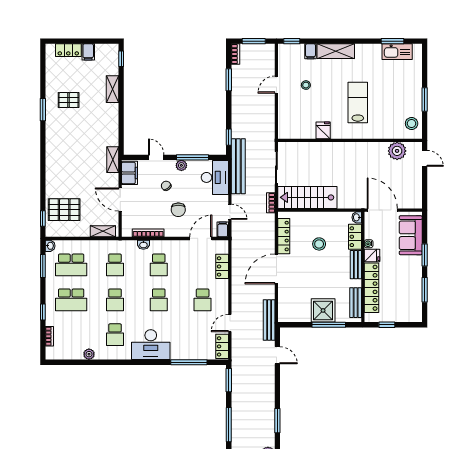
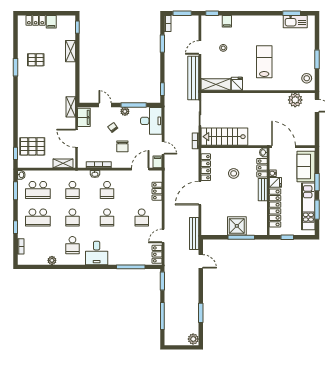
shelving: (336, 51) -> (216, 84), moved
bench: (238, 166) -> (193, 78), moved
kitchen unit: (414, 286) -> (308, 206), added
bench: (356, 303) -> (262, 220), removed
desk: (151, 345) -> (97, 253), width x0.73

